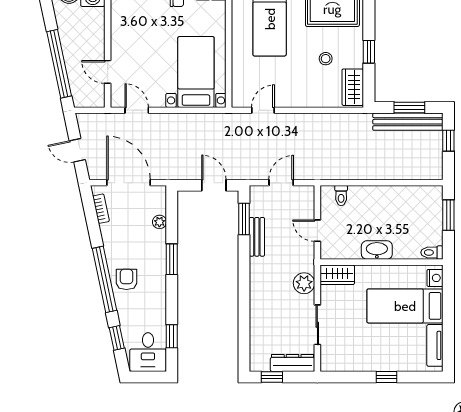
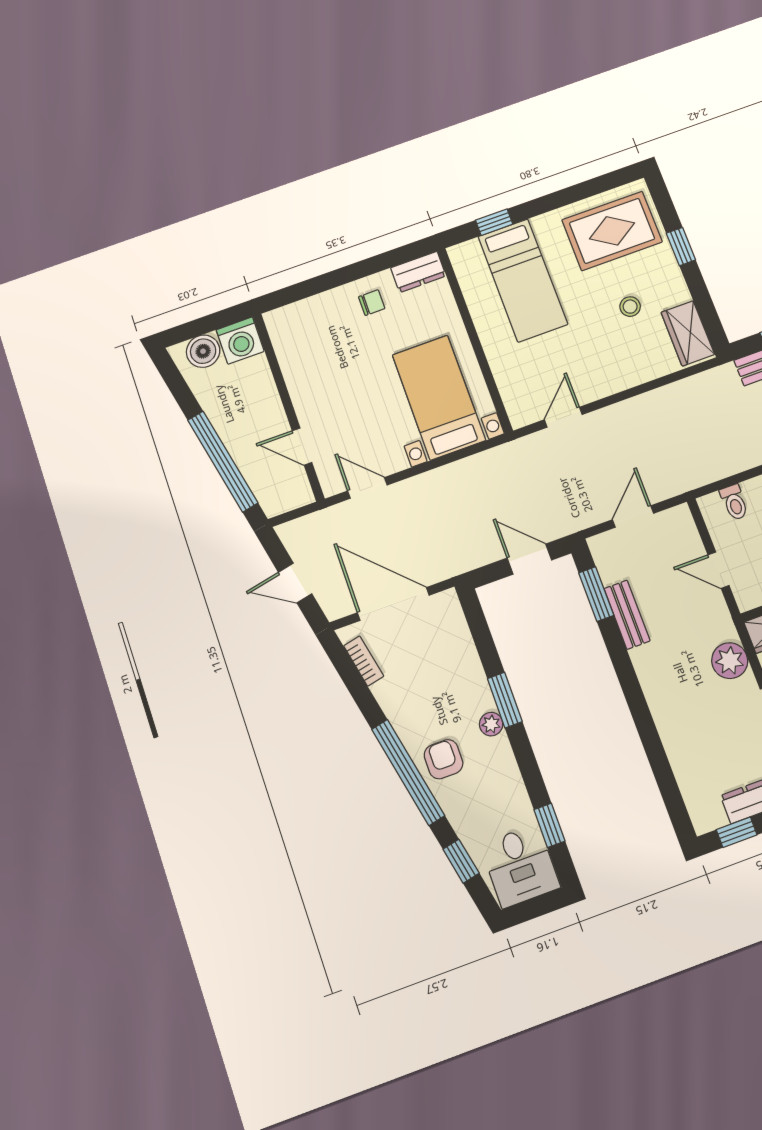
window: (369, 52) -> (681, 246), moved
plant: (159, 222) -> (491, 724), moved

